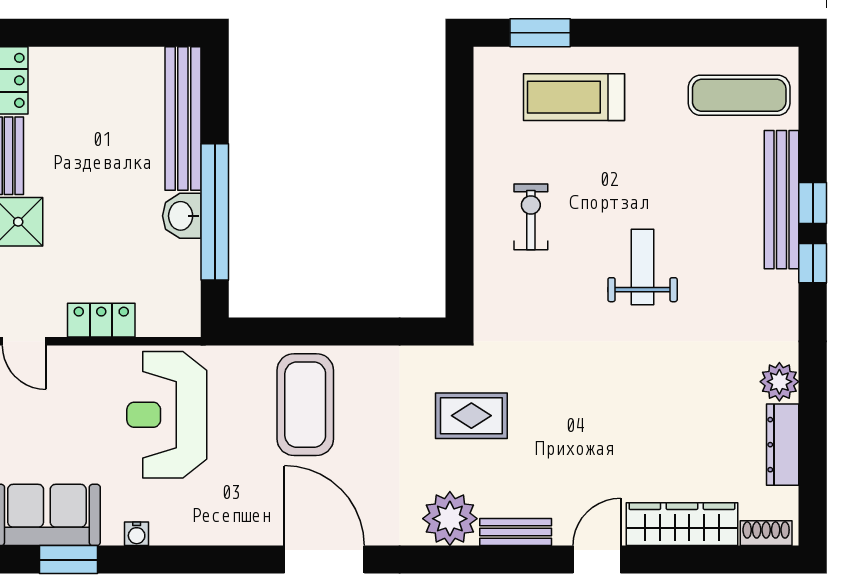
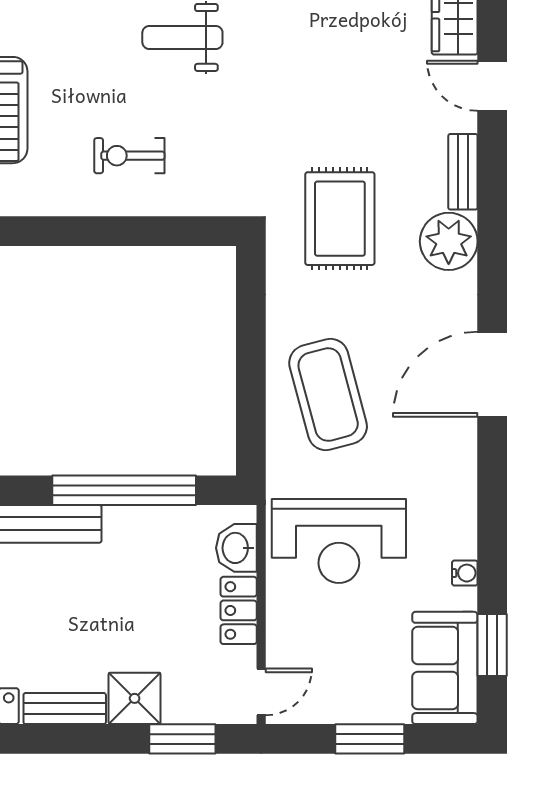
washbasin: (182, 216) -> (236, 548), moved, turned 90
coffee table: (305, 405) -> (328, 395), turned 75
rug: (471, 416) -> (340, 219), width x1.36, depth x1.43

